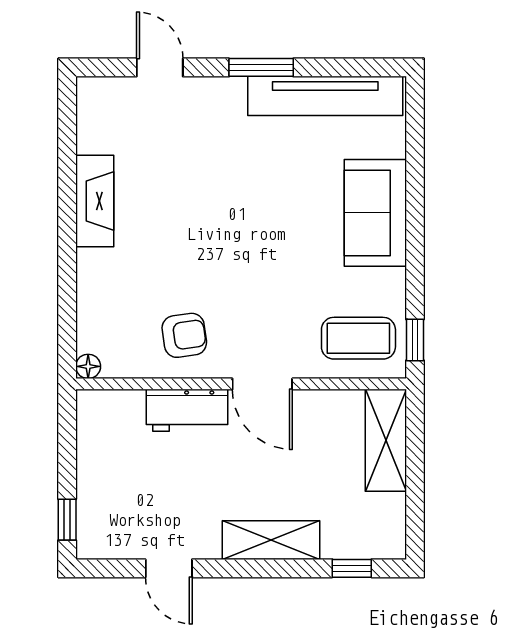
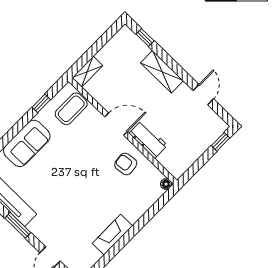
coffee table: (358, 338) -> (71, 109), turned 90
window: (415, 340) -> (41, 103), moved
door: (262, 384) -> (116, 124), hinge flipped
shelving: (386, 440) -> (87, 72), width x0.67, depth x0.75

